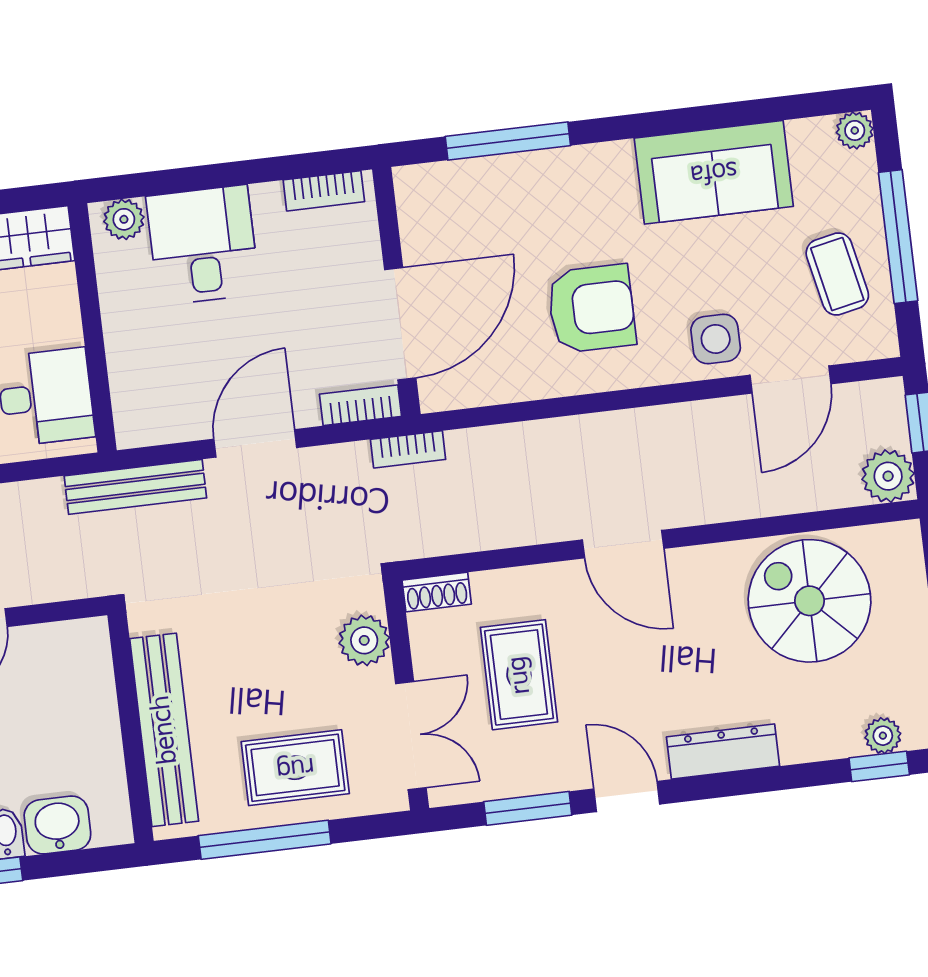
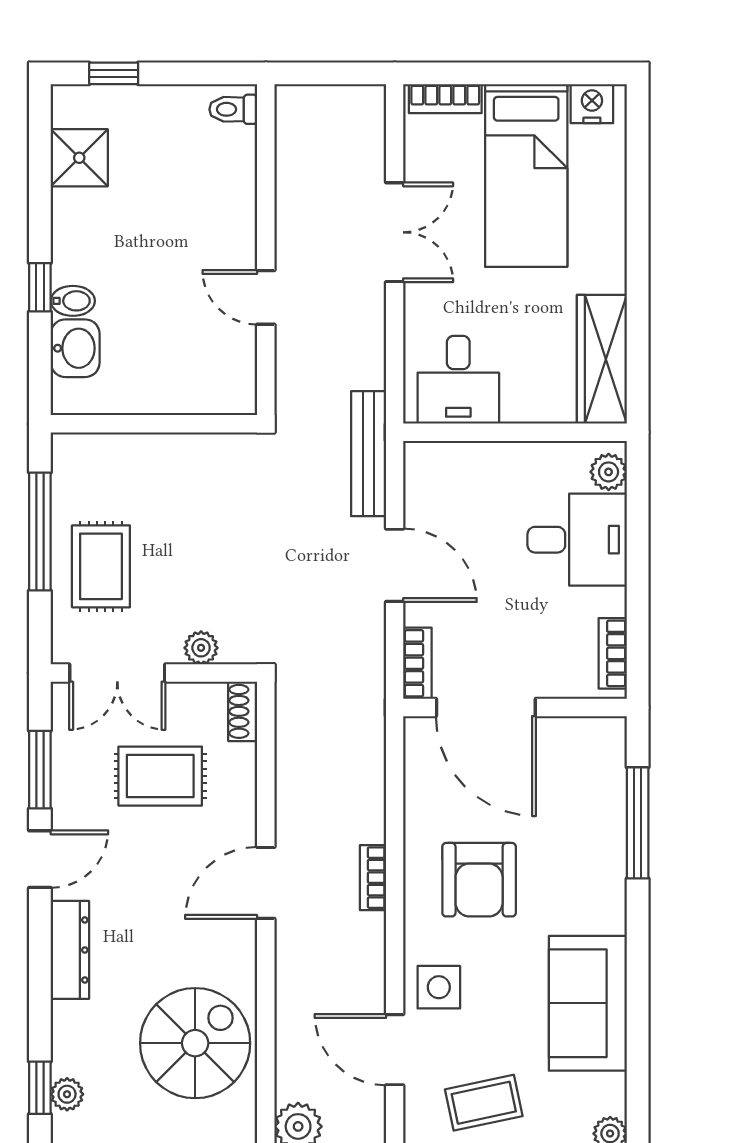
bookcase: (408, 449) -> (373, 878), moved
plant: (364, 640) -> (201, 648), width x0.73, depth x0.73
bench: (164, 730) -> (149, 454), removed

